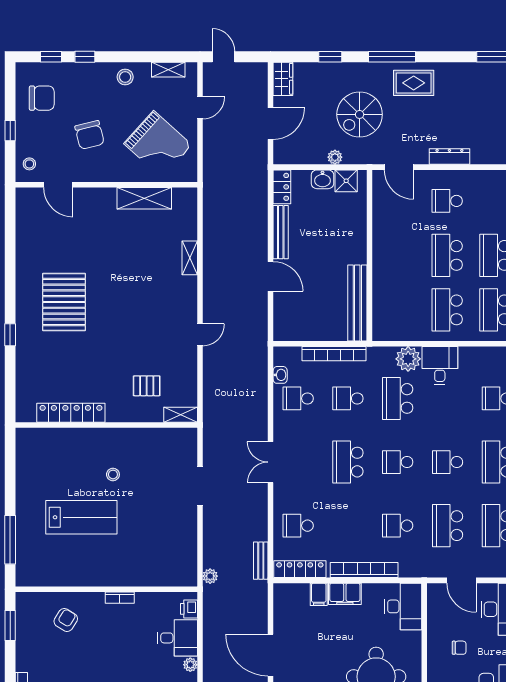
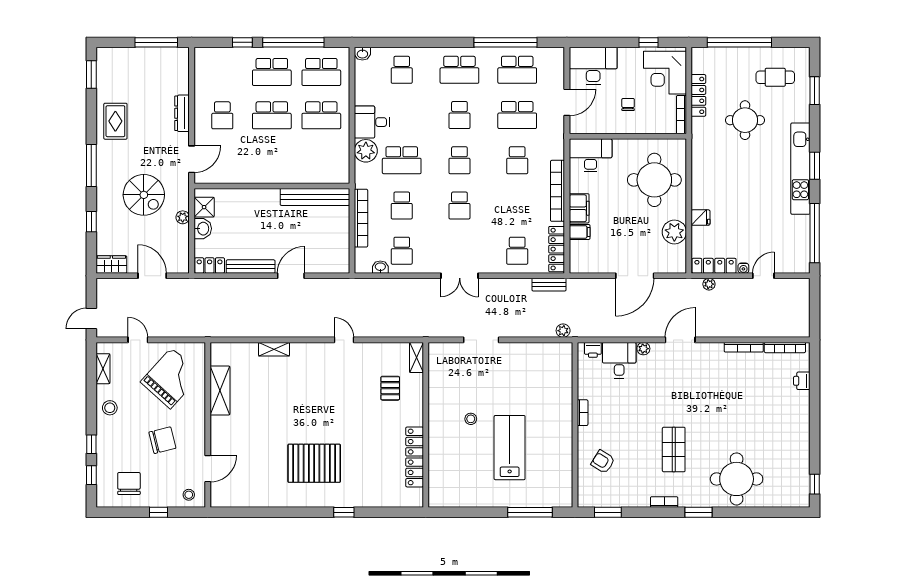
rug: (414, 83) -> (115, 121), moved
school desk: (348, 462) -> (459, 205), width x0.54

